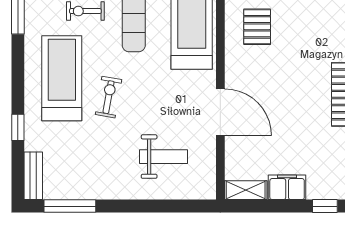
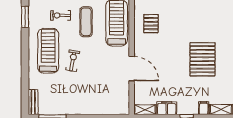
window: (18, 127) -> (25, 77), removed
weight bench: (164, 157) -> (102, 92), removed

